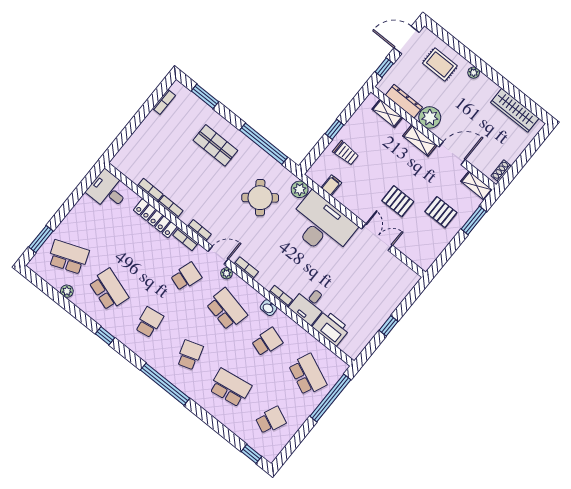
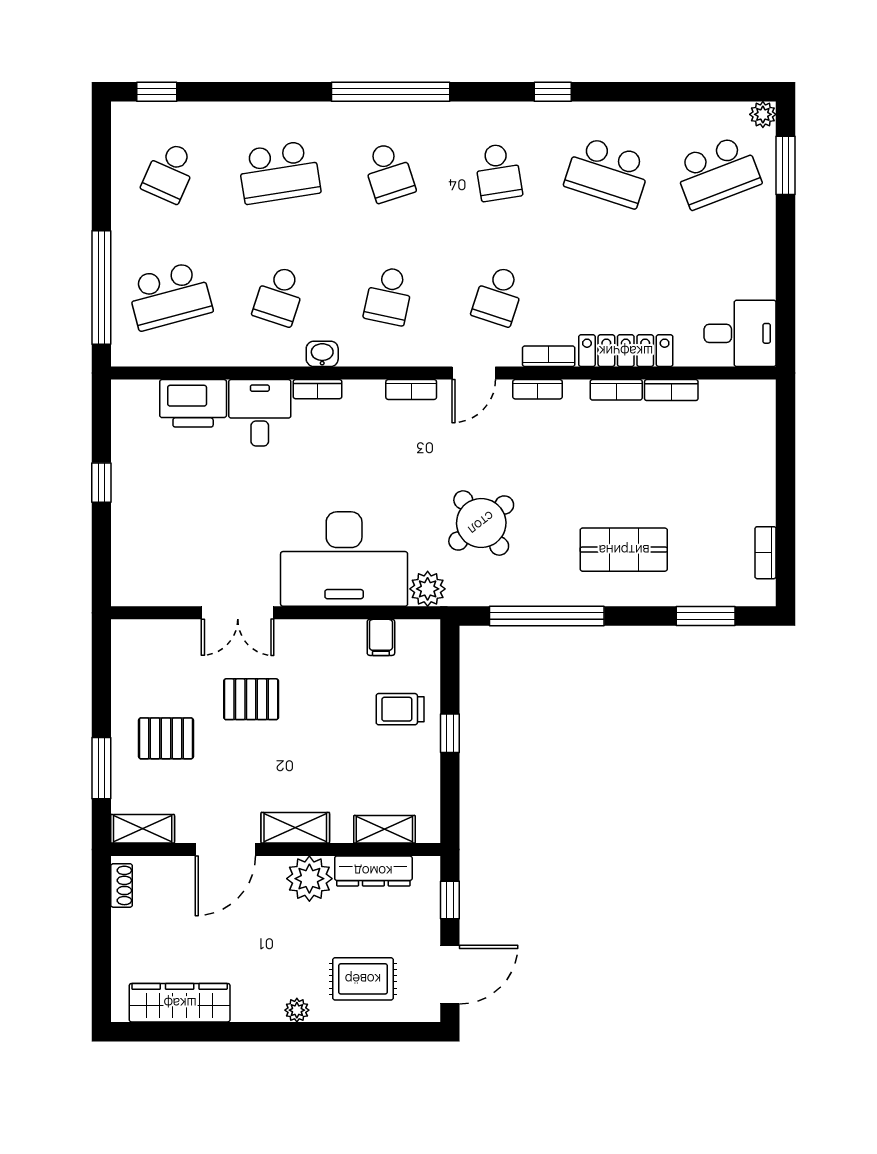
plant: (227, 273) -> (436, 355), removed
plant: (67, 291) -> (763, 114), moved
school desk: (227, 309) -> (389, 296), width x0.54
school desk: (308, 375) -> (170, 296), turned -39

